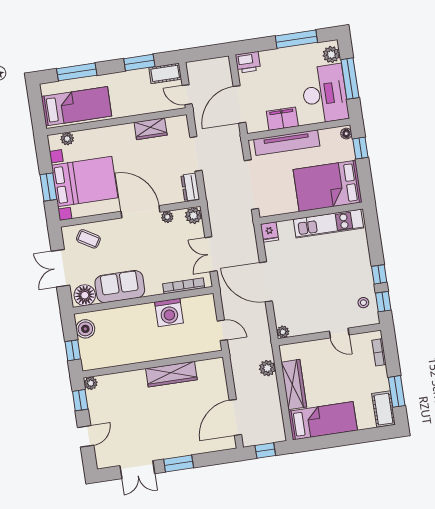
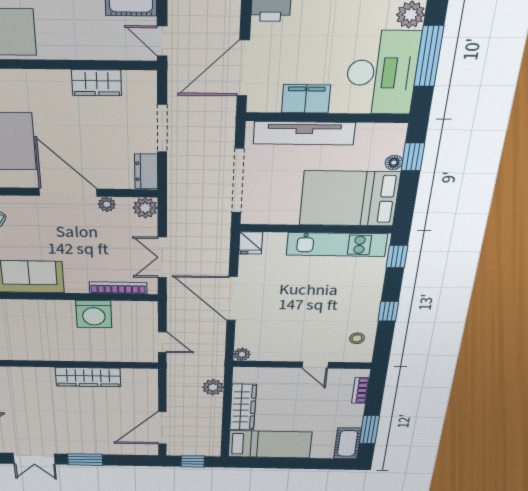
floor lamp: (346, 134) -> (394, 163), moved
window: (383, 302) -> (397, 257), moved

